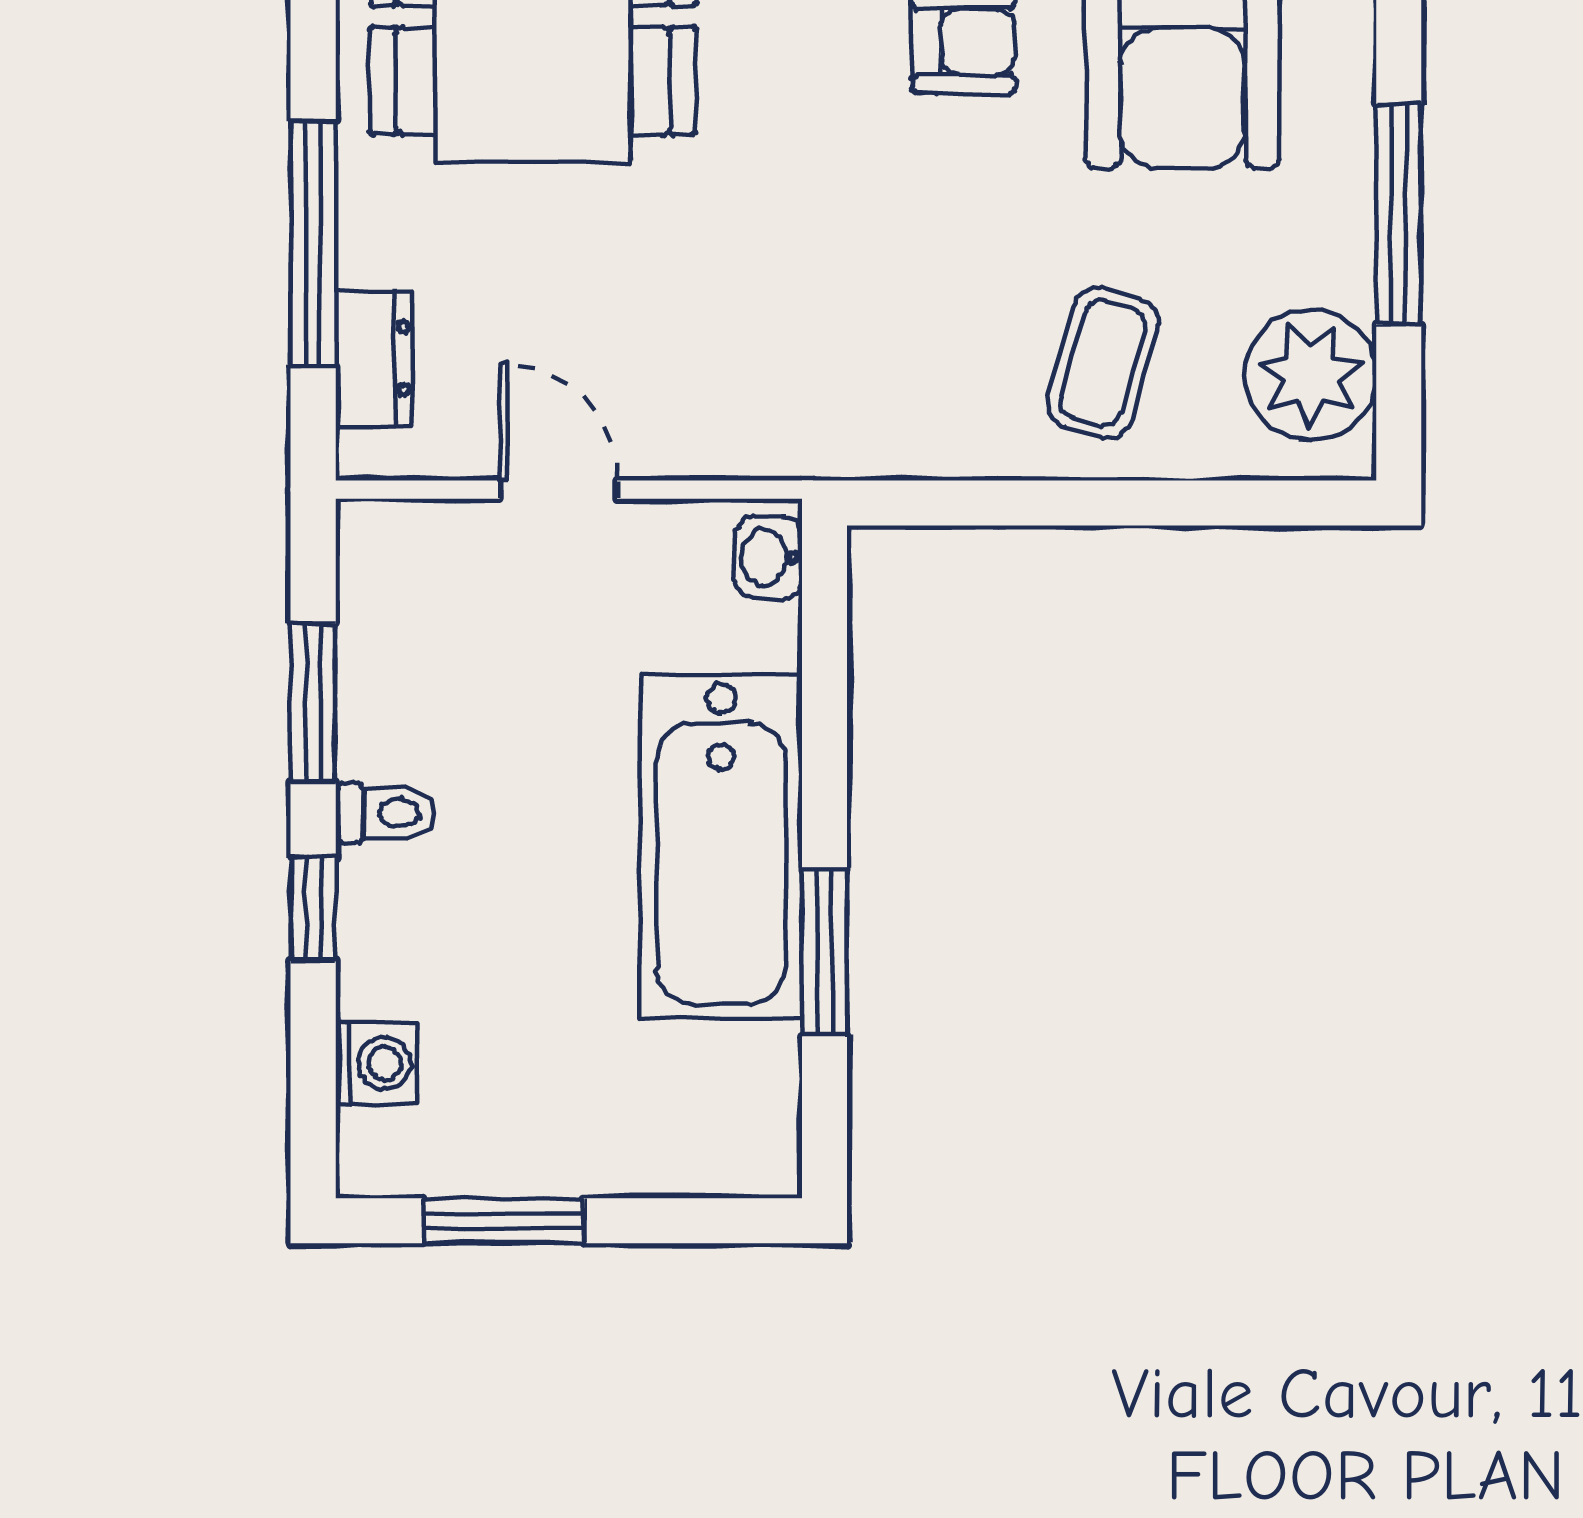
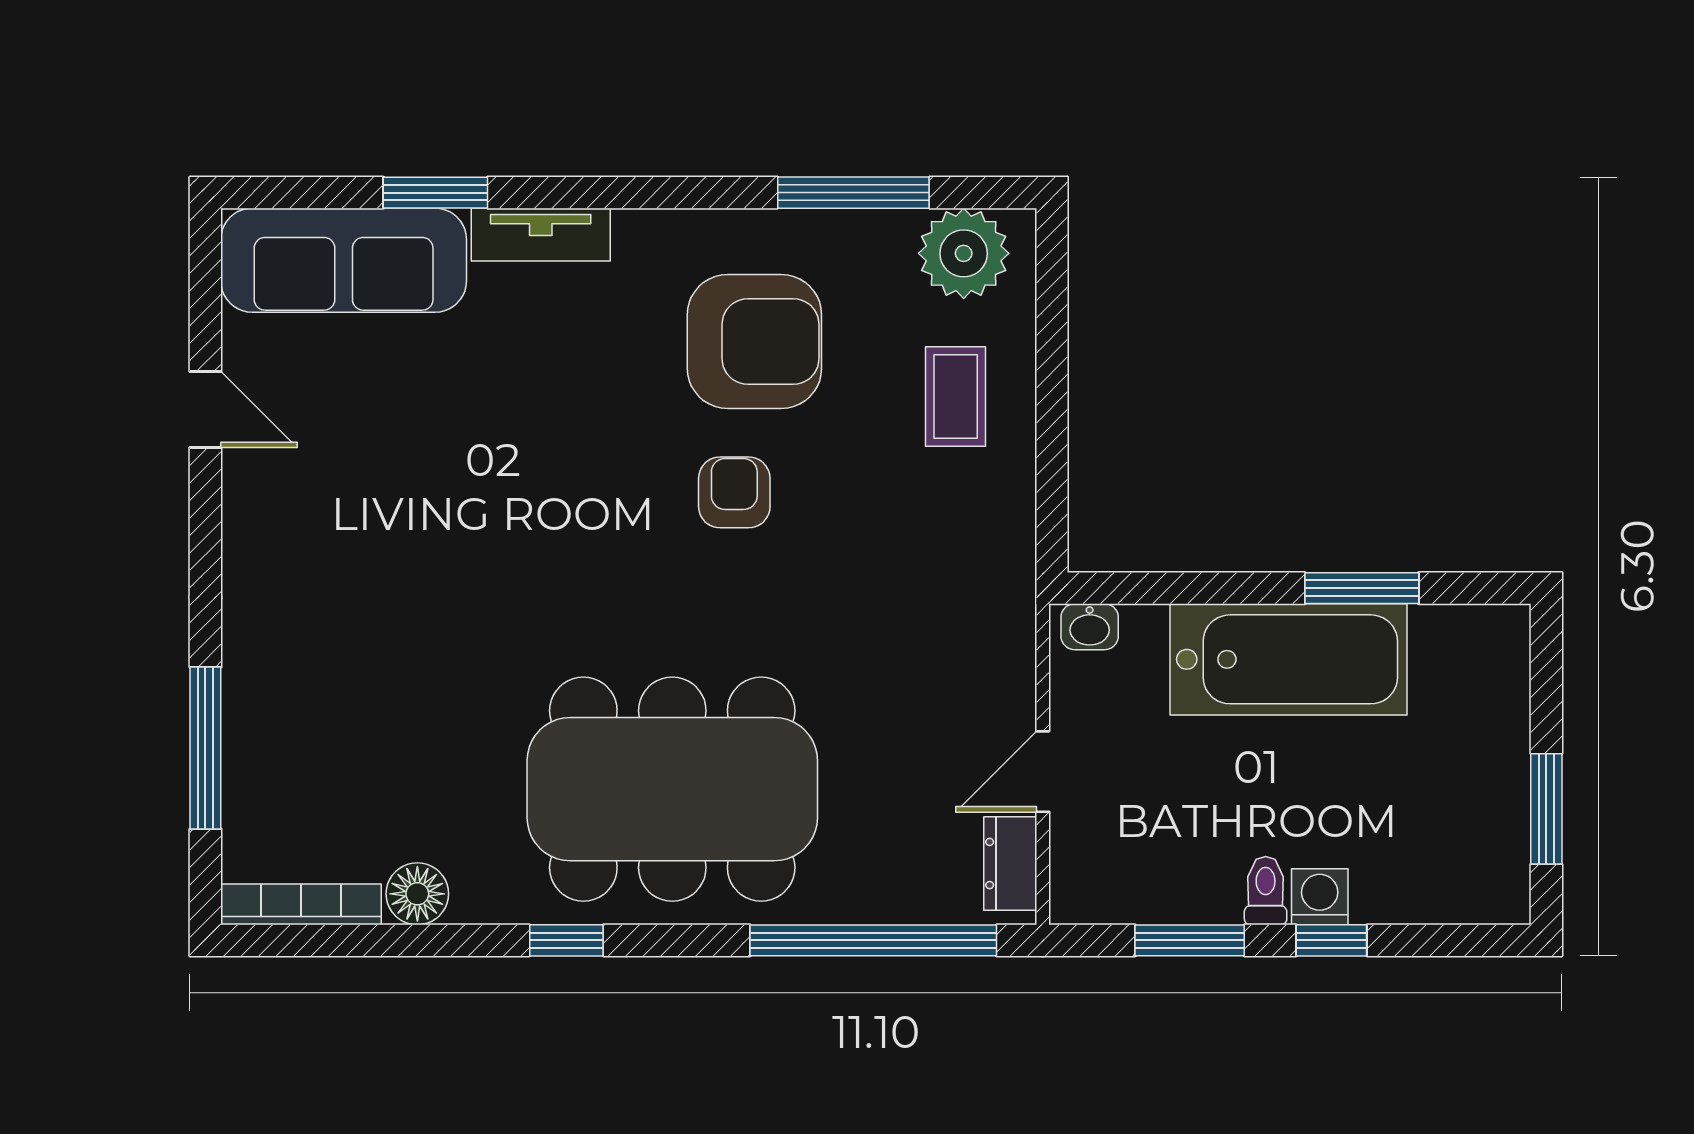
window: (313, 244) -> (873, 940), width x1.46
dresser: (374, 359) -> (1010, 863), moved, turned -90
coffee table: (1103, 363) -> (956, 397), turned 74
washing machine: (376, 1063) -> (1320, 897), moved

